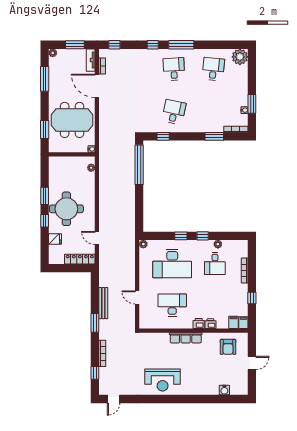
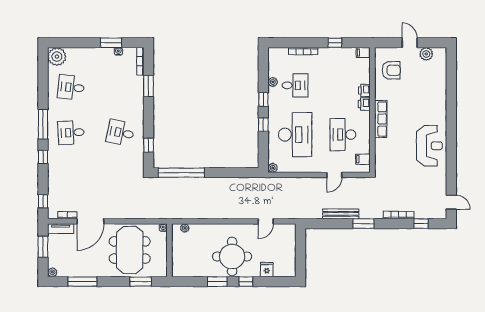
locker: (80, 259) -> (290, 241), removed
filing cabinet: (234, 322) -> (363, 159), moved
plant: (242, 377) -> (426, 54), added
water cooler: (224, 390) -> (441, 74), removed

